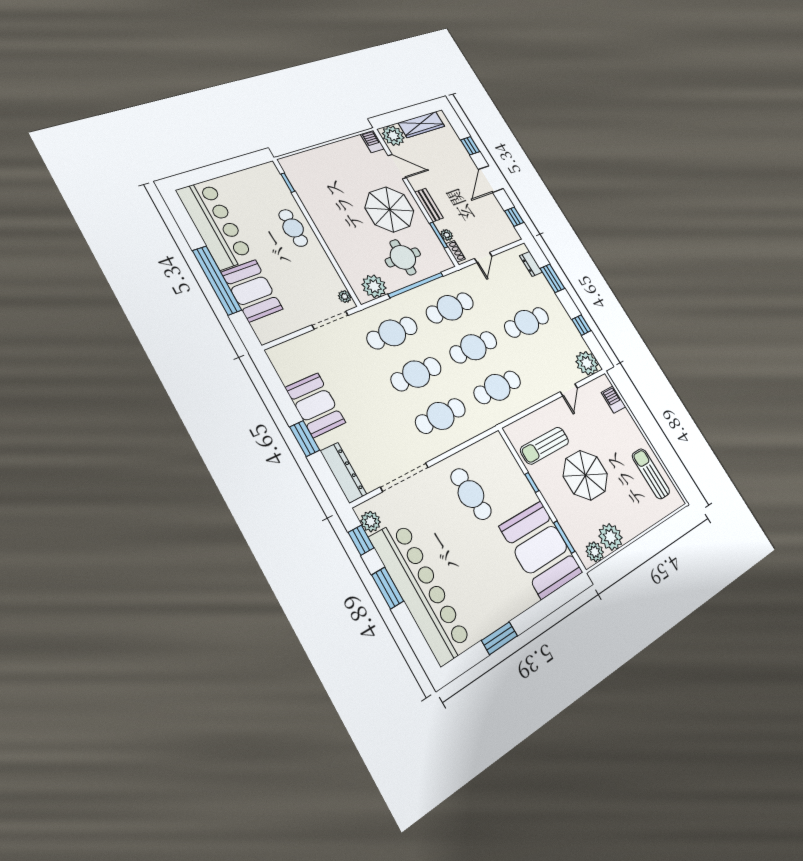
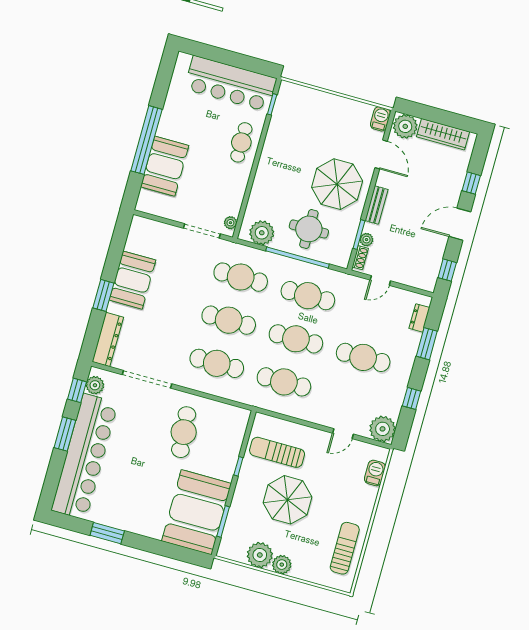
bar counter: (215, 224) -> (230, 84), moved, turned 90
plant: (595, 552) -> (282, 565), moved

